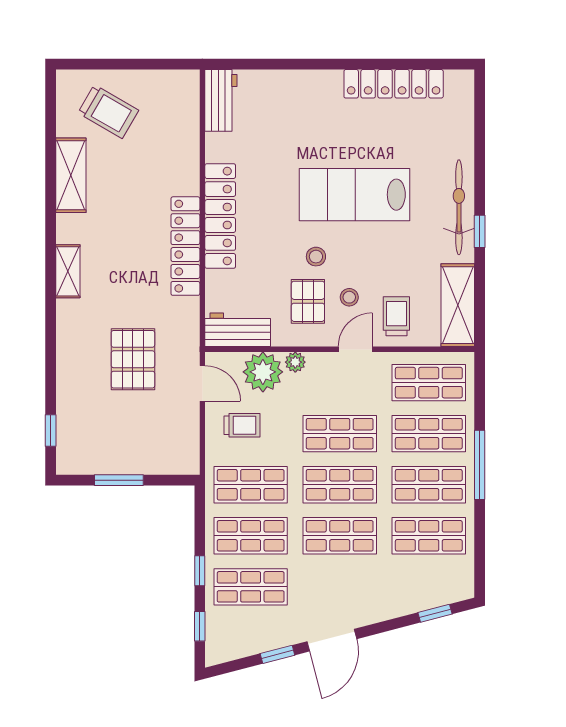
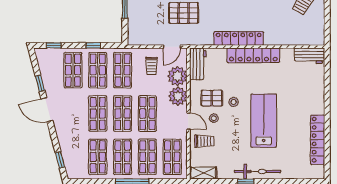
shelving: (458, 305) -> (203, 173), width x0.67, depth x0.75
plant: (295, 362) -> (178, 96), width x1.87, depth x1.87
window: (200, 571) -> (93, 45), moved

